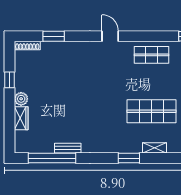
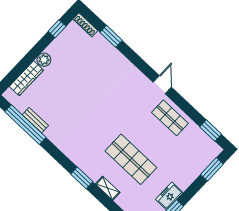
door: (110, 36) -> (162, 85), moved
window: (10, 80) -> (57, 29), moved
wardrobe: (21, 118) -> (26, 78), width x1.50
bench: (68, 148) -> (35, 120), moved

